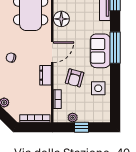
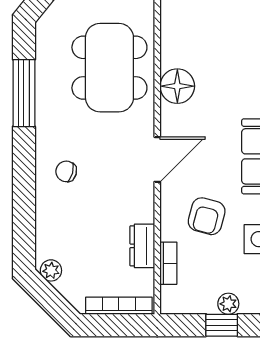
dresser: (45, 75) -> (142, 246), moved
plant: (73, 118) -> (228, 304), moved

